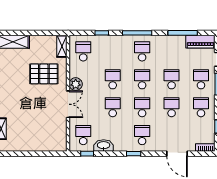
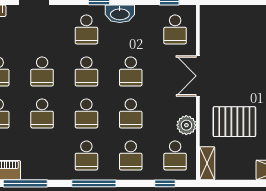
window: (102, 33) -> (165, 183), moved
school desk: (113, 51) -> (131, 155), added
plant: (76, 84) -> (186, 125), moved
washbasin: (104, 145) -> (120, 14), moved

